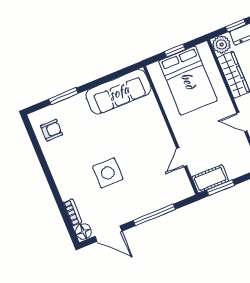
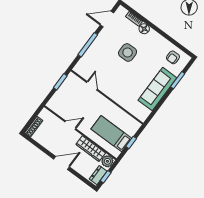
bed: (188, 81) -> (111, 134), width x0.67
sofa: (119, 92) -> (157, 89), moved
cot: (210, 179) -> (69, 83), removed
floor lamp: (83, 232) -> (144, 29), moved

